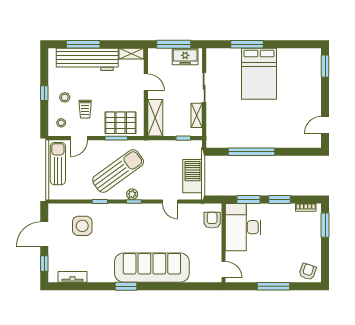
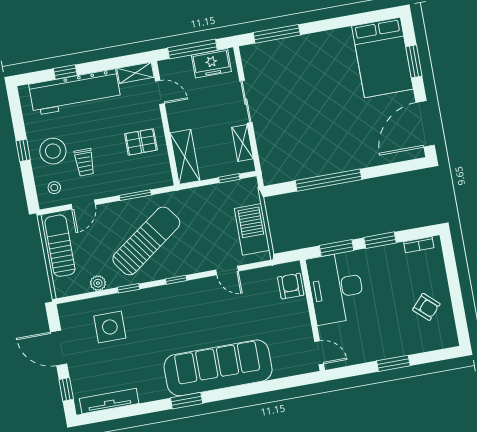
window: (83, 44) -> (65, 72), width x0.46
window: (247, 44) -> (277, 34), moved
window: (325, 66) -> (414, 61), moved
bed: (259, 74) -> (382, 58), moved
door: (146, 82) -> (160, 92), moved
stool: (65, 97) -> (53, 151), width x1.89, depth x1.89
pallet: (121, 123) -> (141, 142), moved, width x0.67, depth x0.71
door: (325, 125) -> (425, 124), width x1.87
plant: (132, 194) -> (98, 283), moved
window: (325, 225) -> (450, 265), removed
door: (44, 234) -> (59, 348), hinge flipped
armchair: (308, 272) -> (426, 307), moved, turned 113
tv unit: (73, 277) -> (109, 401), width x1.41
window: (273, 286) -> (393, 363), width x0.69

